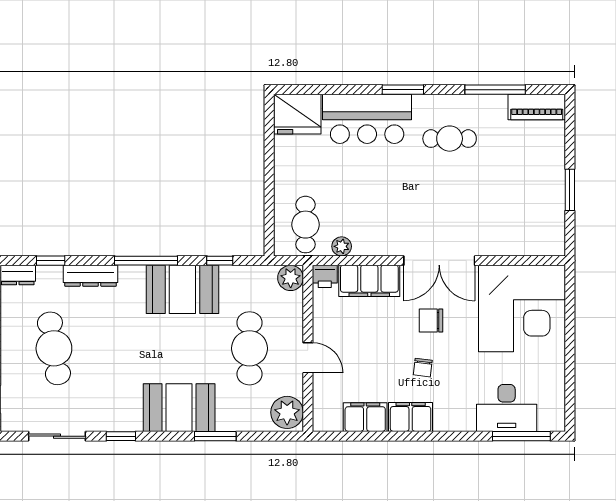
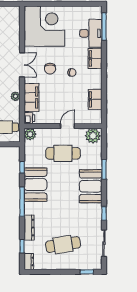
plant: (342, 246) -> (15, 96), moved
double door: (439, 261) -> (22, 65), width x0.73
filing cabinet: (411, 417) -> (95, 58), moved

